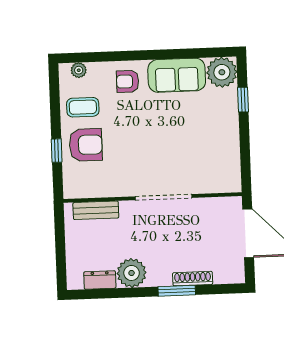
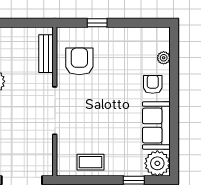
plant: (79, 70) -> (164, 58), moved
coffee table: (83, 107) -> (91, 162), moved, turned 90
armchair: (86, 145) -> (79, 61), moved, turned 180

